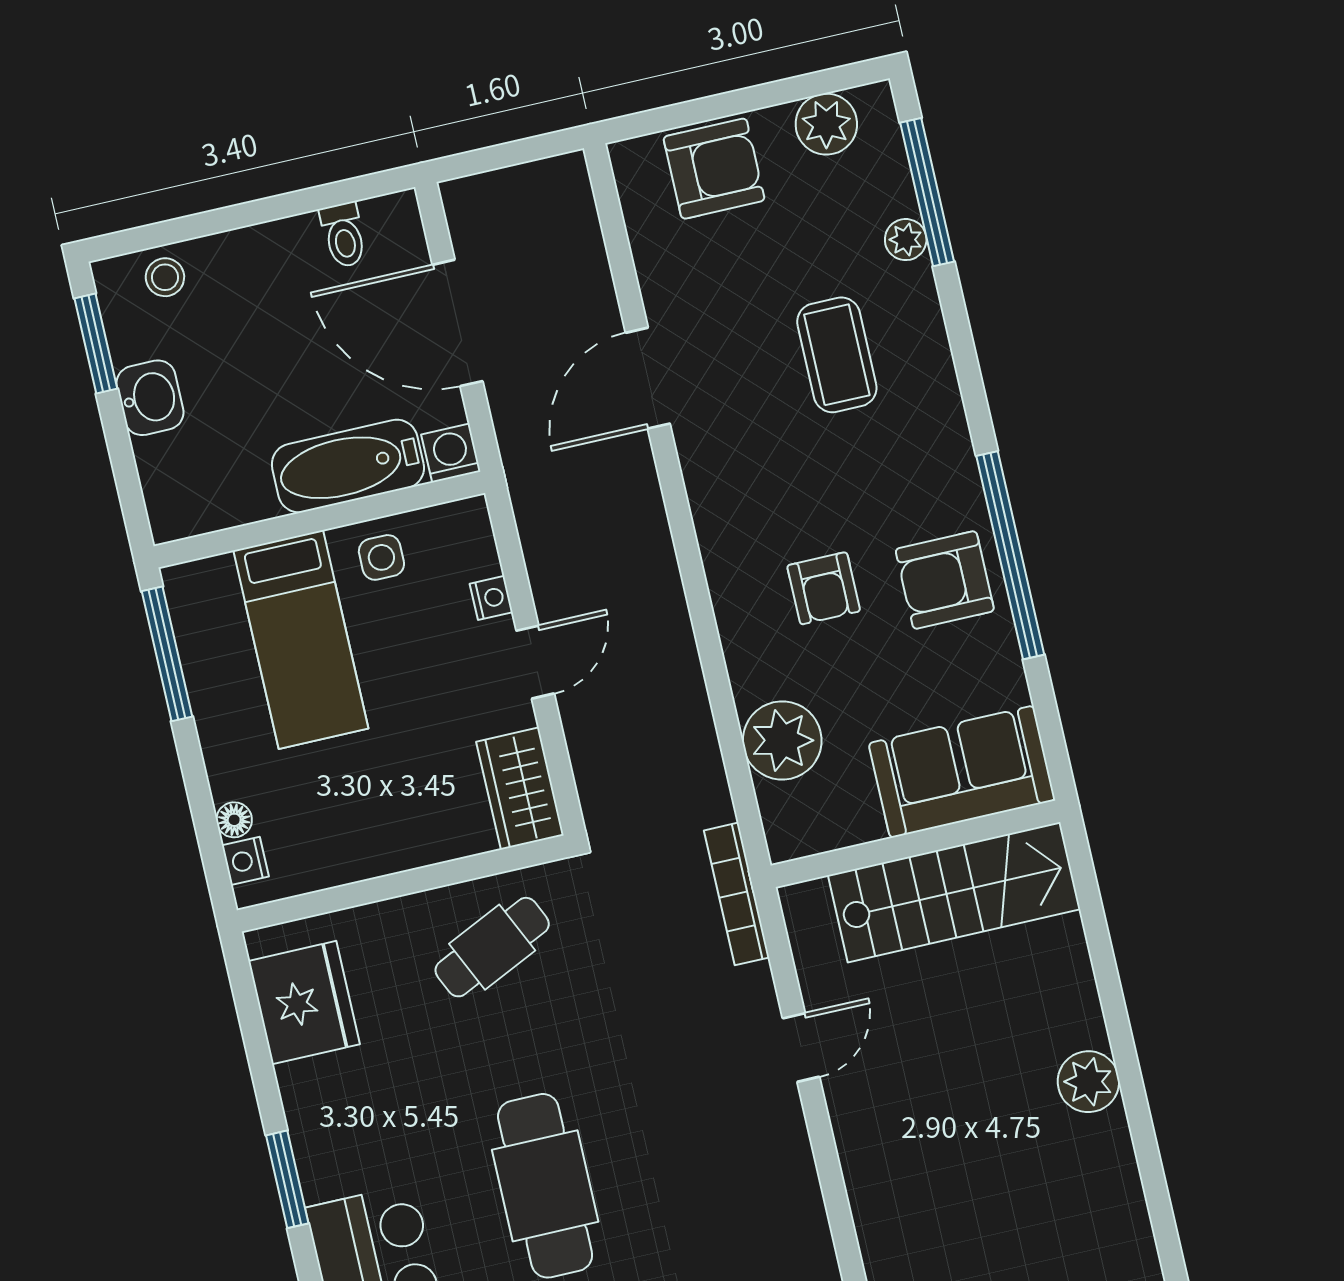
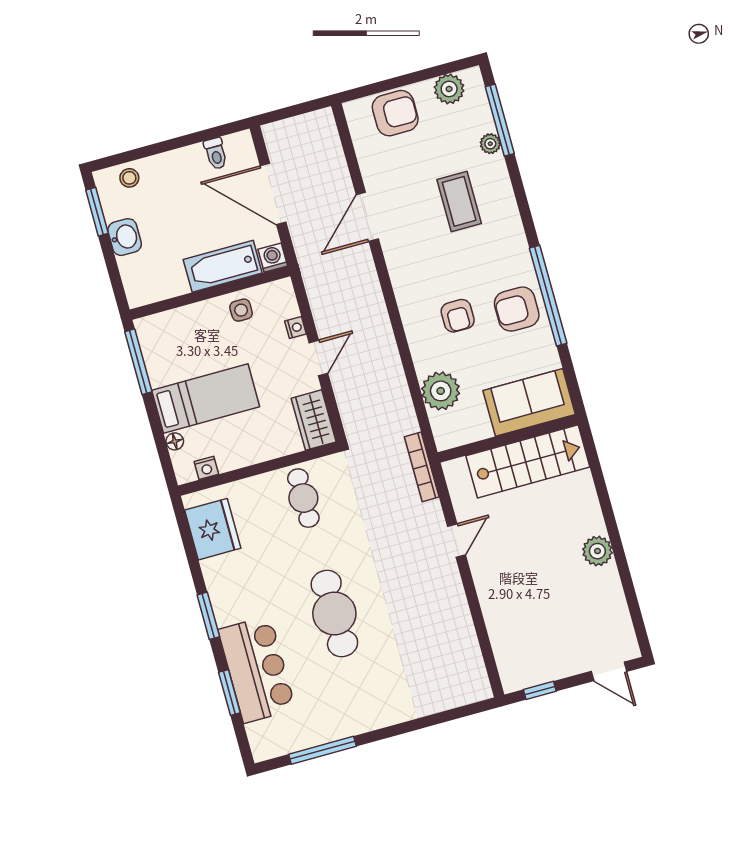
bed: (301, 640) -> (206, 398), moved, turned -90
nightstand: (245, 861) -> (206, 468), moved, turned -90
cafe table: (492, 947) -> (303, 498), turned -65

